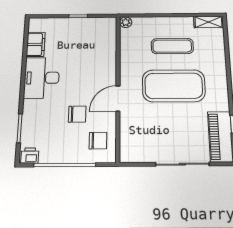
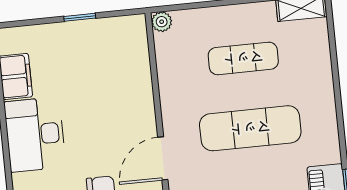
exercise mat: (174, 86) -> (250, 128), width x0.68

